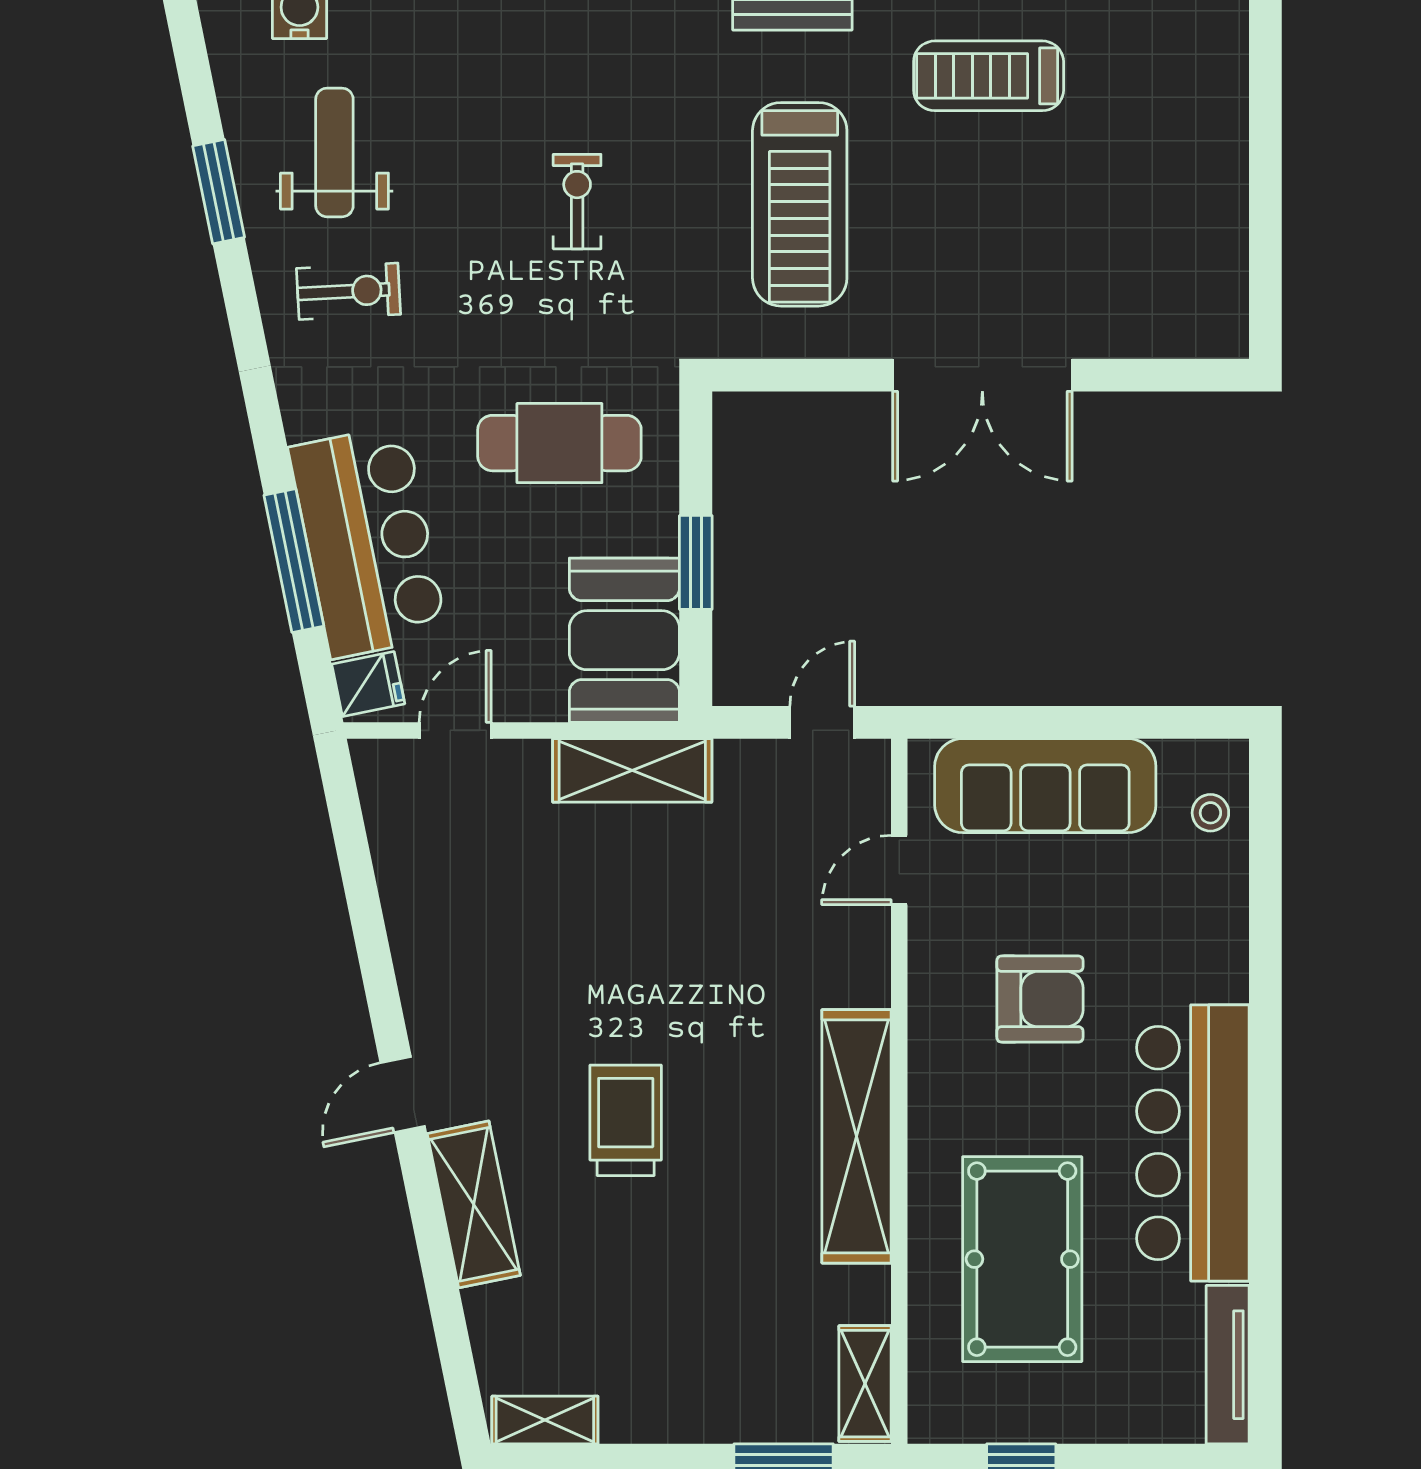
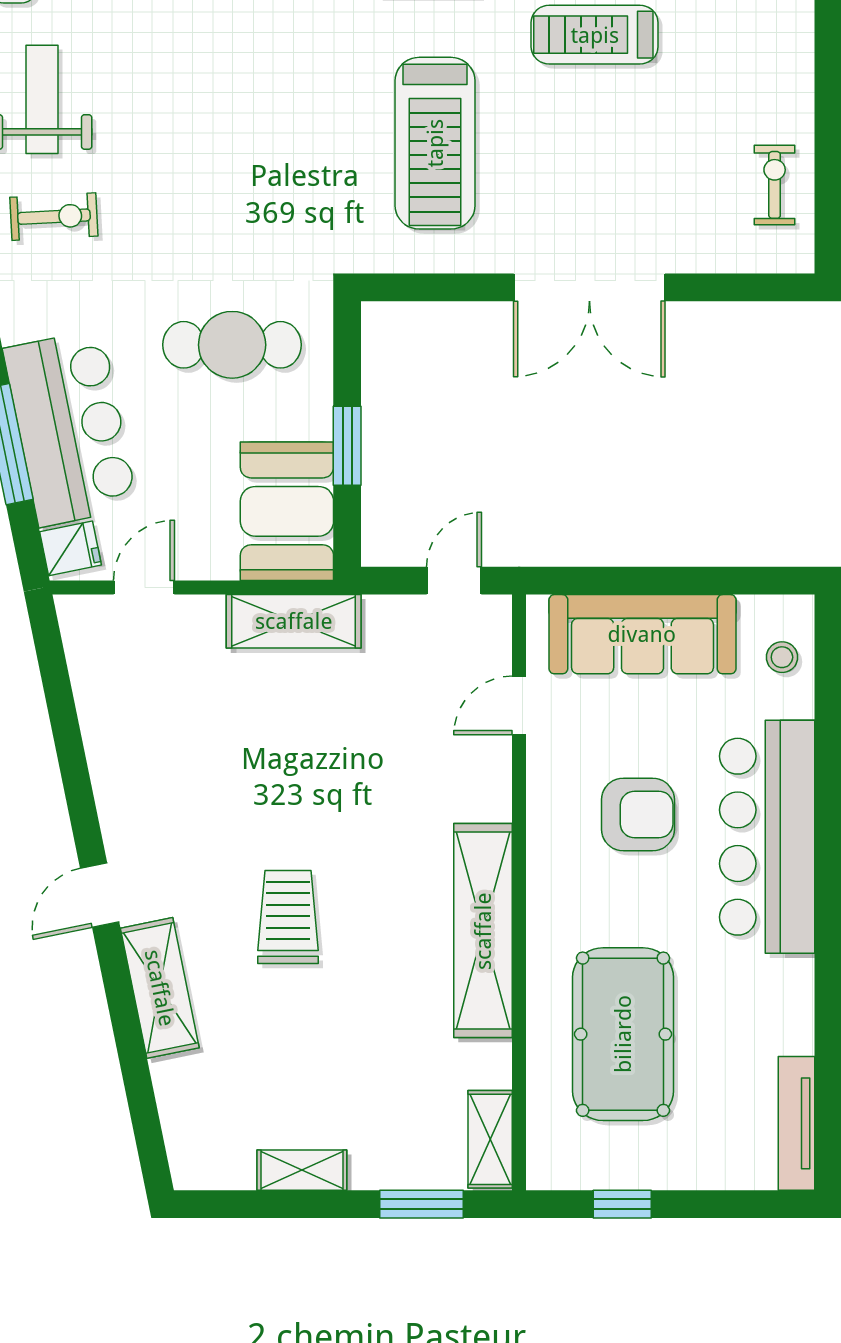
exercise bike: (577, 202) -> (775, 185), moved
bar counter: (1193, 1143) -> (767, 837), moved
shelving: (545, 1420) -> (302, 1170), moved

